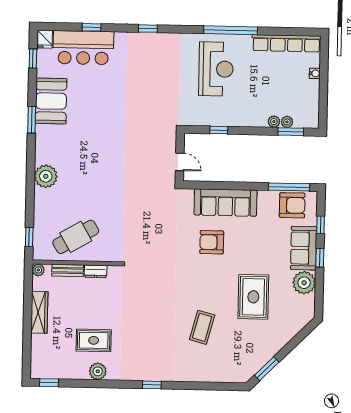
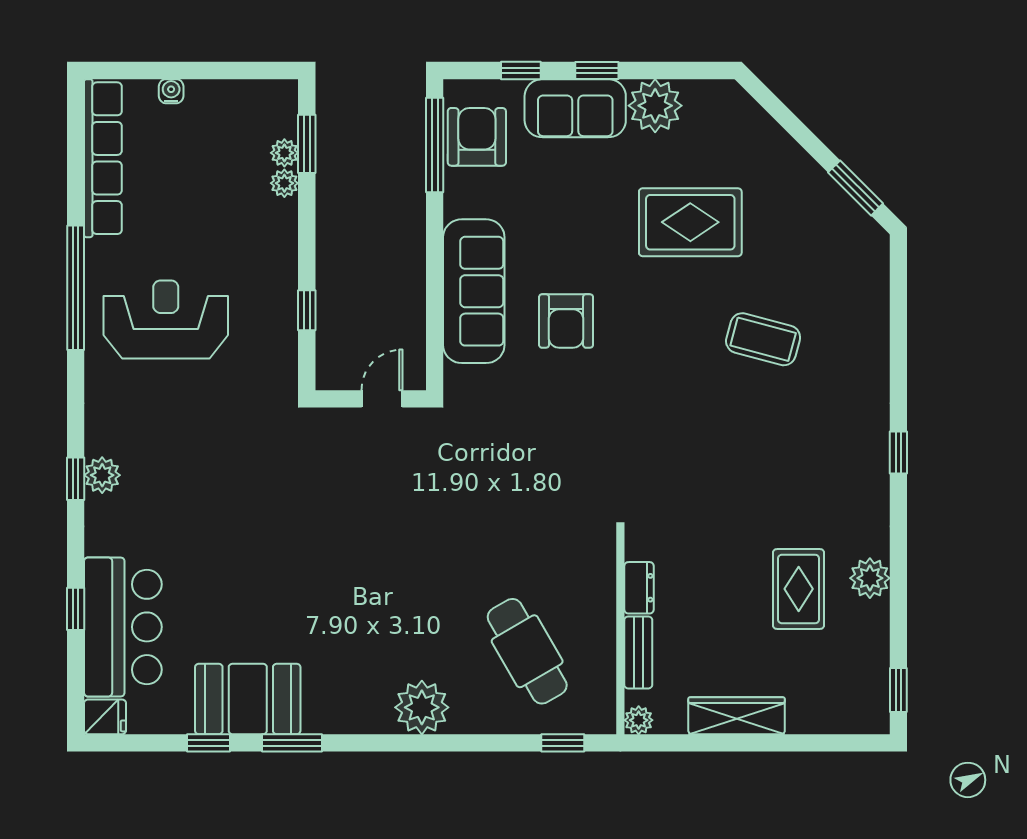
plant: (149, 40) -> (102, 475), added
window: (33, 58) -> (208, 743), moved
cafe table: (76, 237) -> (527, 651), moved

